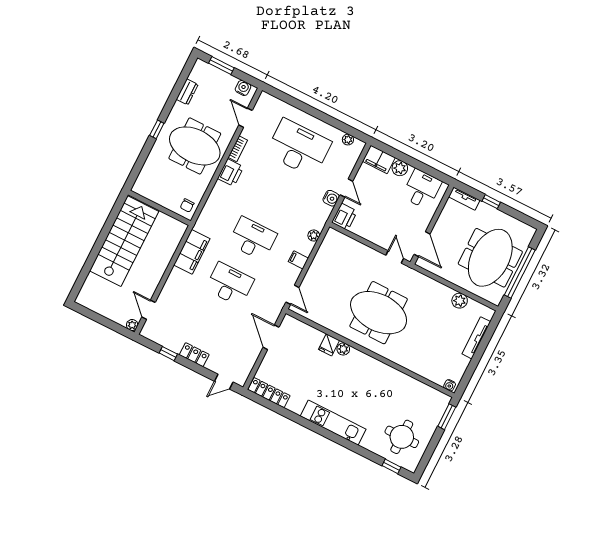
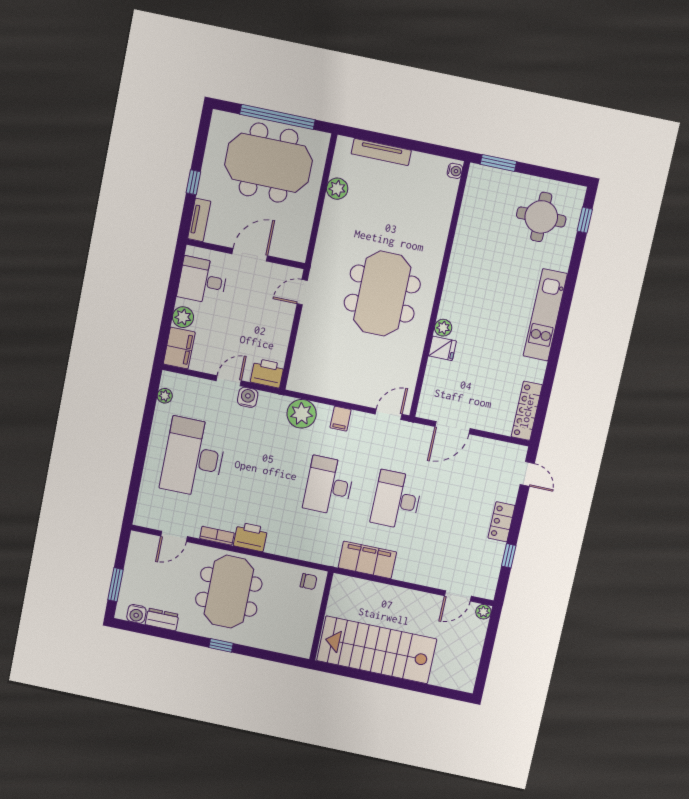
water cooler: (243, 88) -> (136, 614), moved, turned -90
plant: (314, 235) -> (302, 414), width x1.88, depth x1.88
door: (422, 244) -> (250, 255), moved

